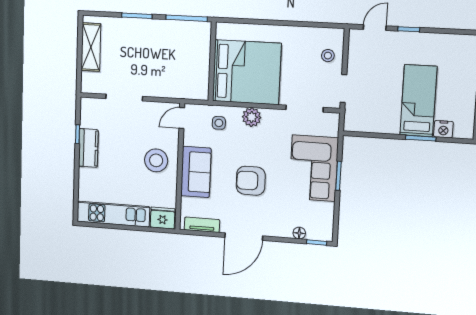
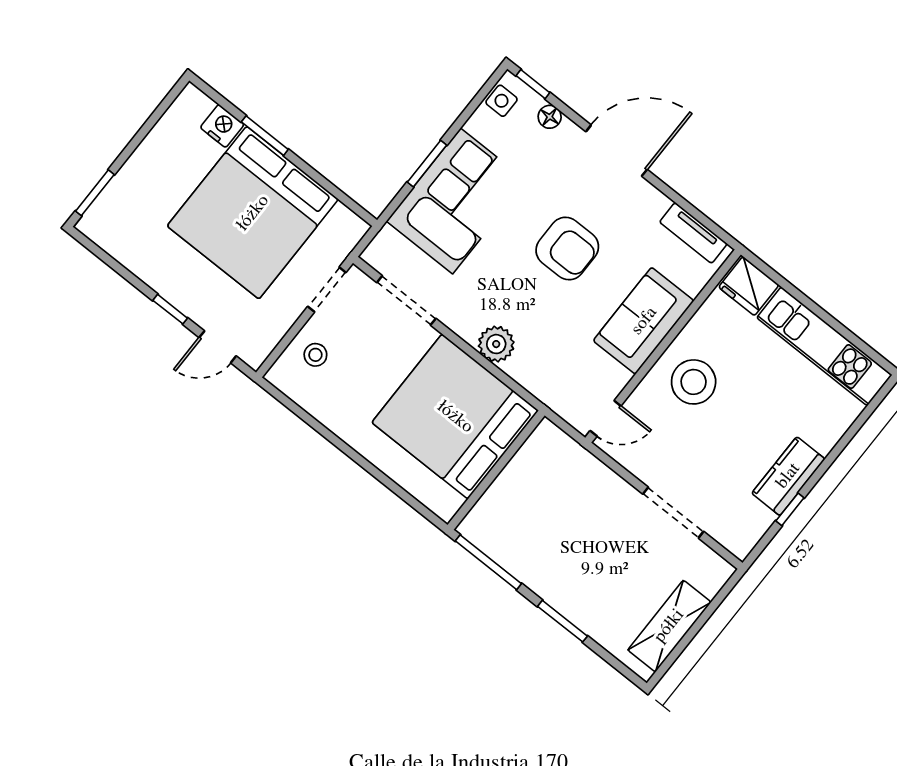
bed: (418, 101) -> (253, 213), width x2.04
side table: (219, 123) -> (502, 101), moved
door: (244, 237) -> (616, 151), moved

